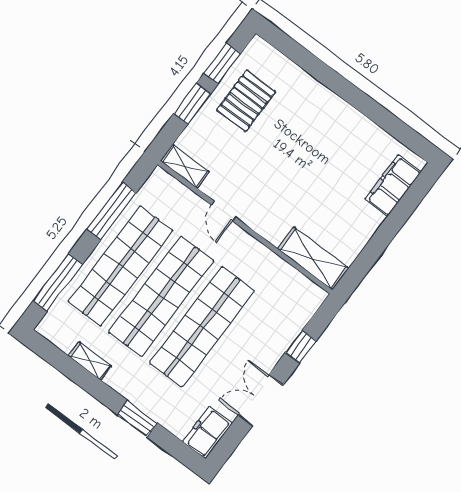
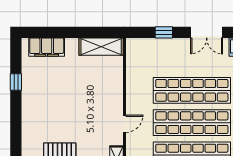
window: (378, 114) -> (16, 82), added
shelving: (313, 258) -> (101, 47), moved, turned 90

